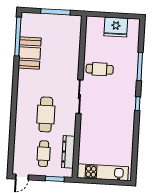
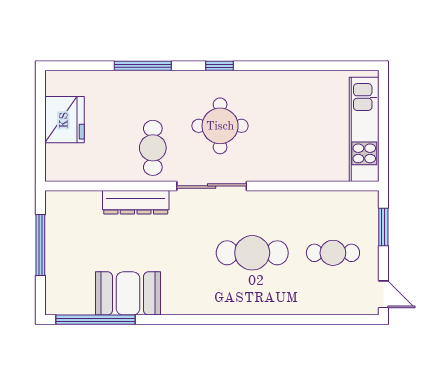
round table: (108, 102) -> (220, 126), added
dresser: (68, 152) -> (136, 202), moved

